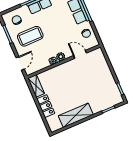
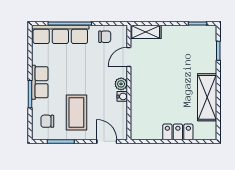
shelving: (36, 86) -> (146, 32), moved

